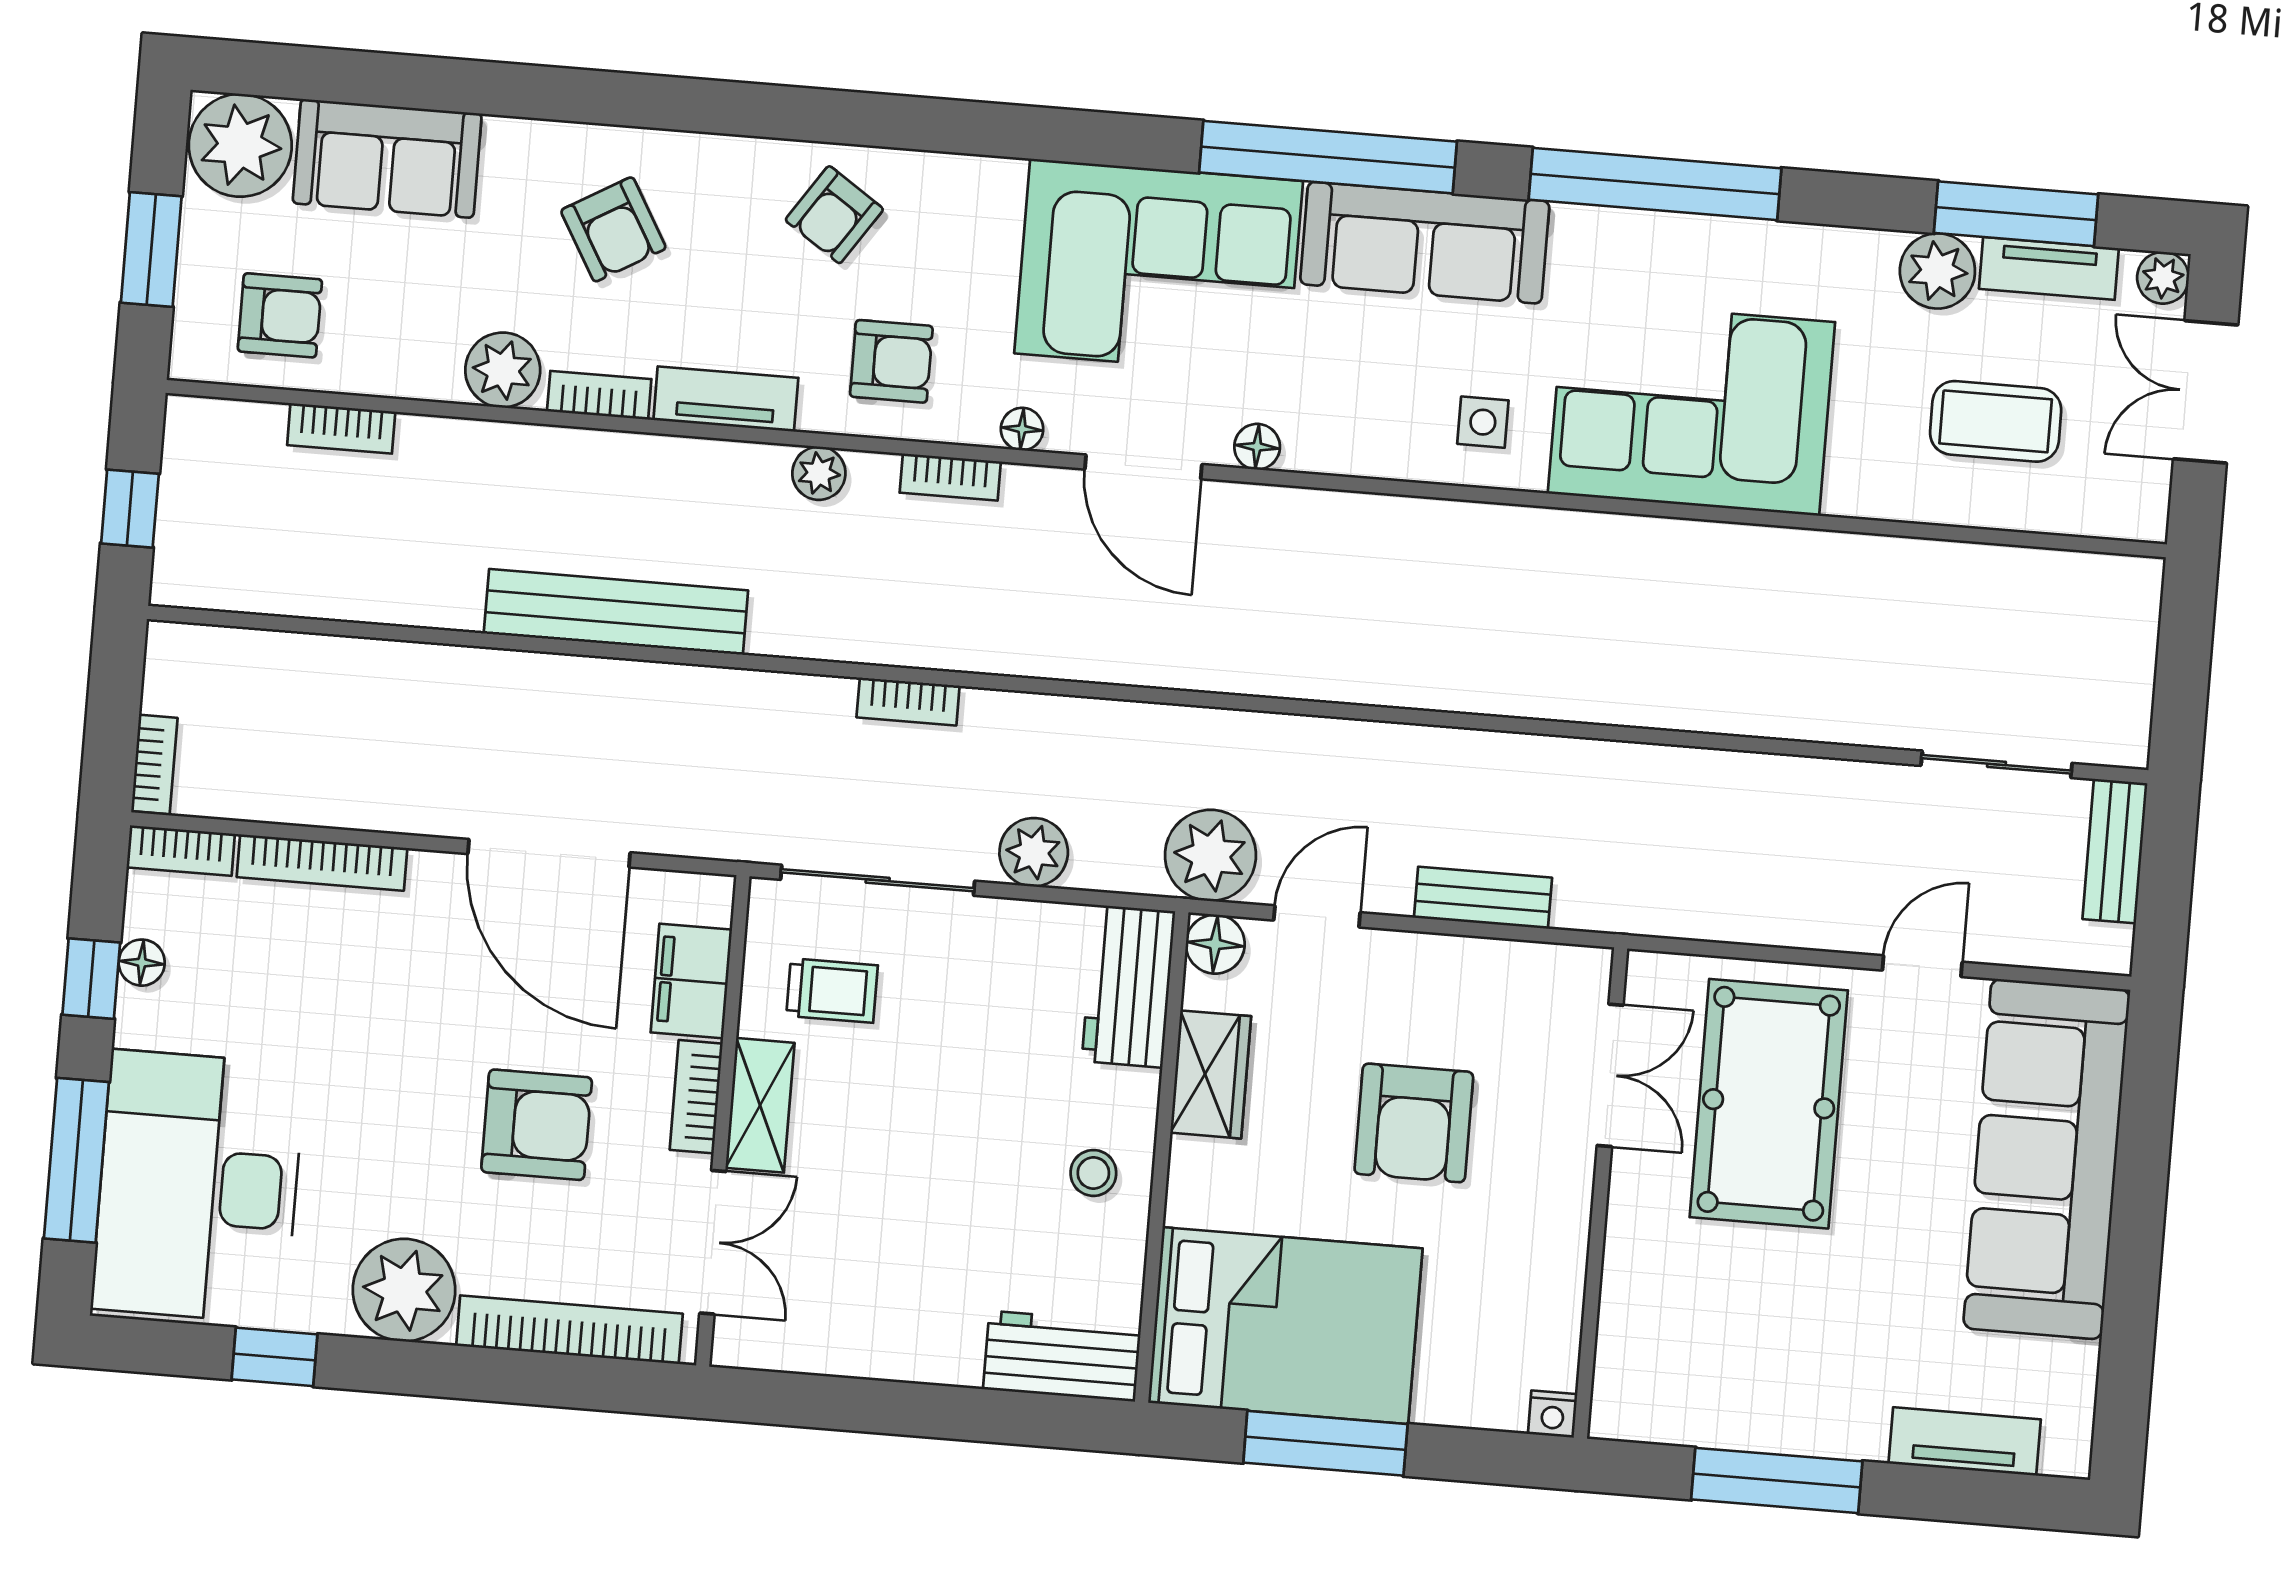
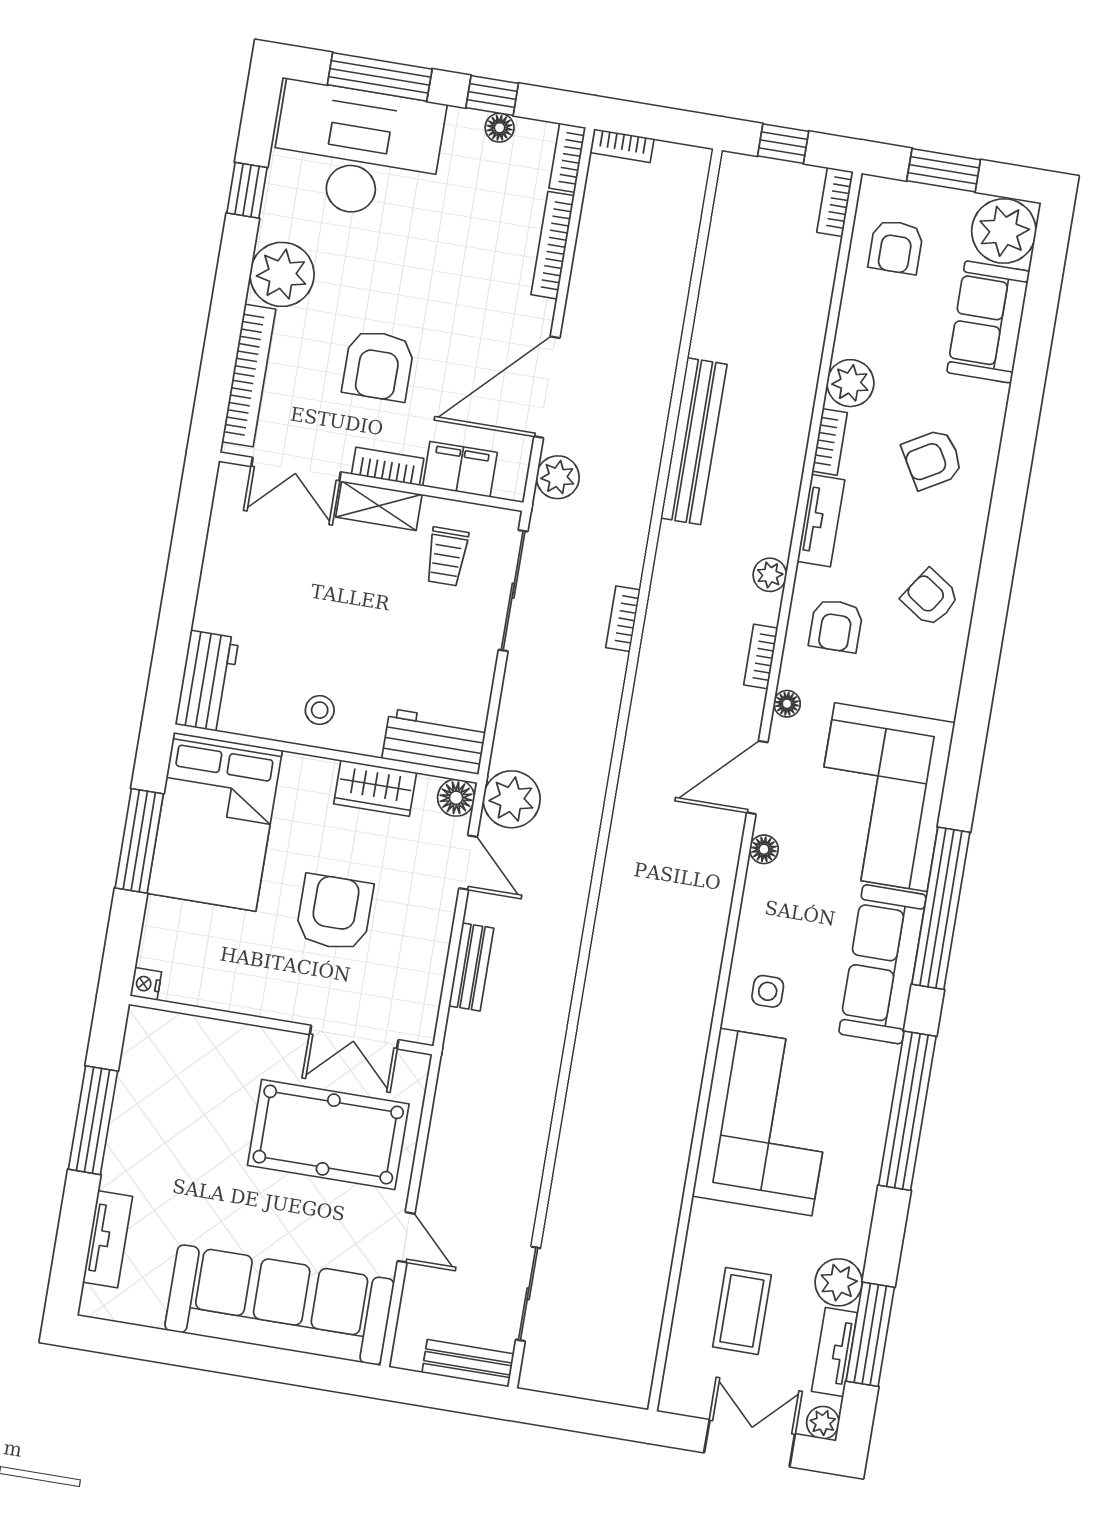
bookcase: (341, 428) -> (835, 202), moved
plant: (1034, 852) -> (558, 477), moved
armchair: (1414, 1123) -> (334, 912), turned 90

